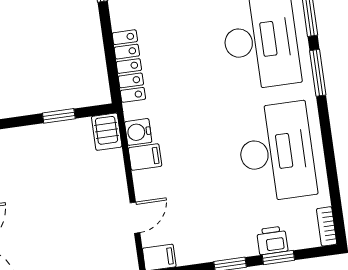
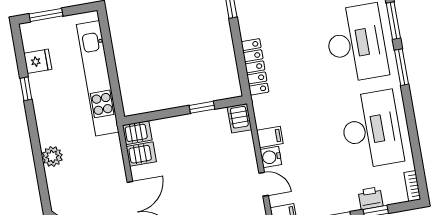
water cooler: (138, 132) -> (271, 157), moved
door: (135, 218) -> (264, 184), hinge flipped

